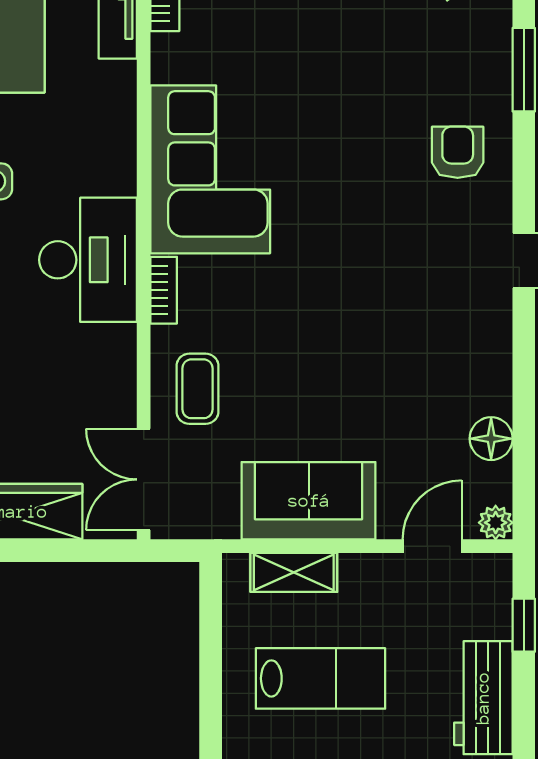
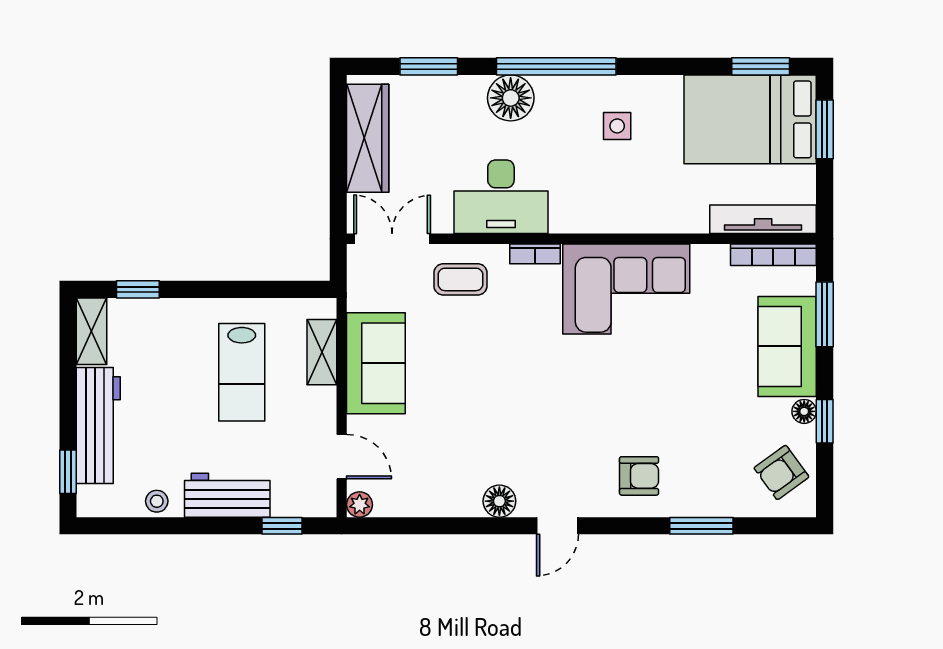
desk: (88, 260) -> (501, 197), moved
floor lamp: (491, 439) -> (499, 501), moved

